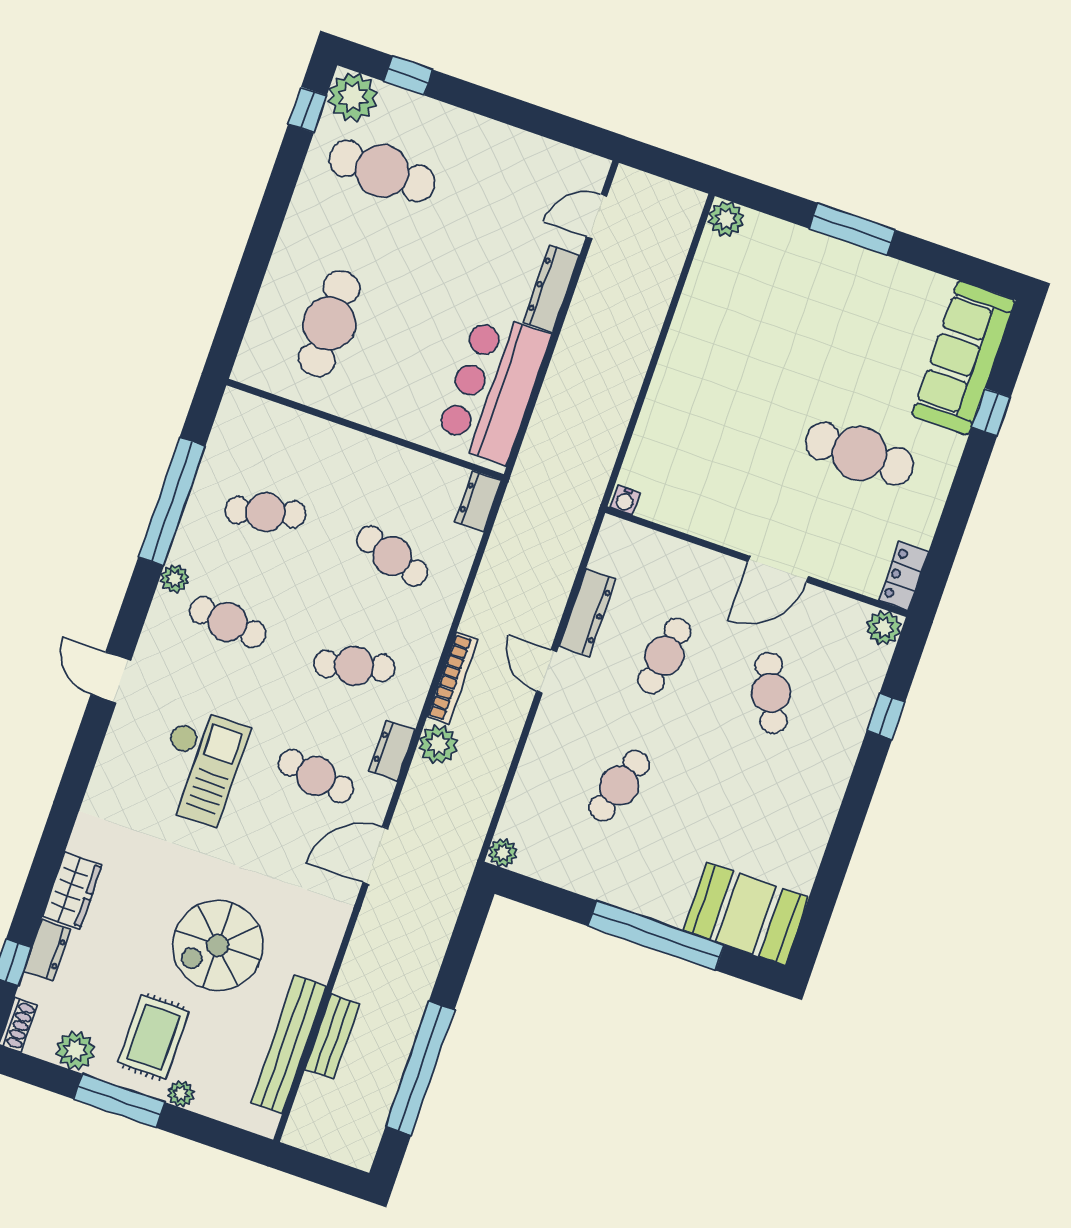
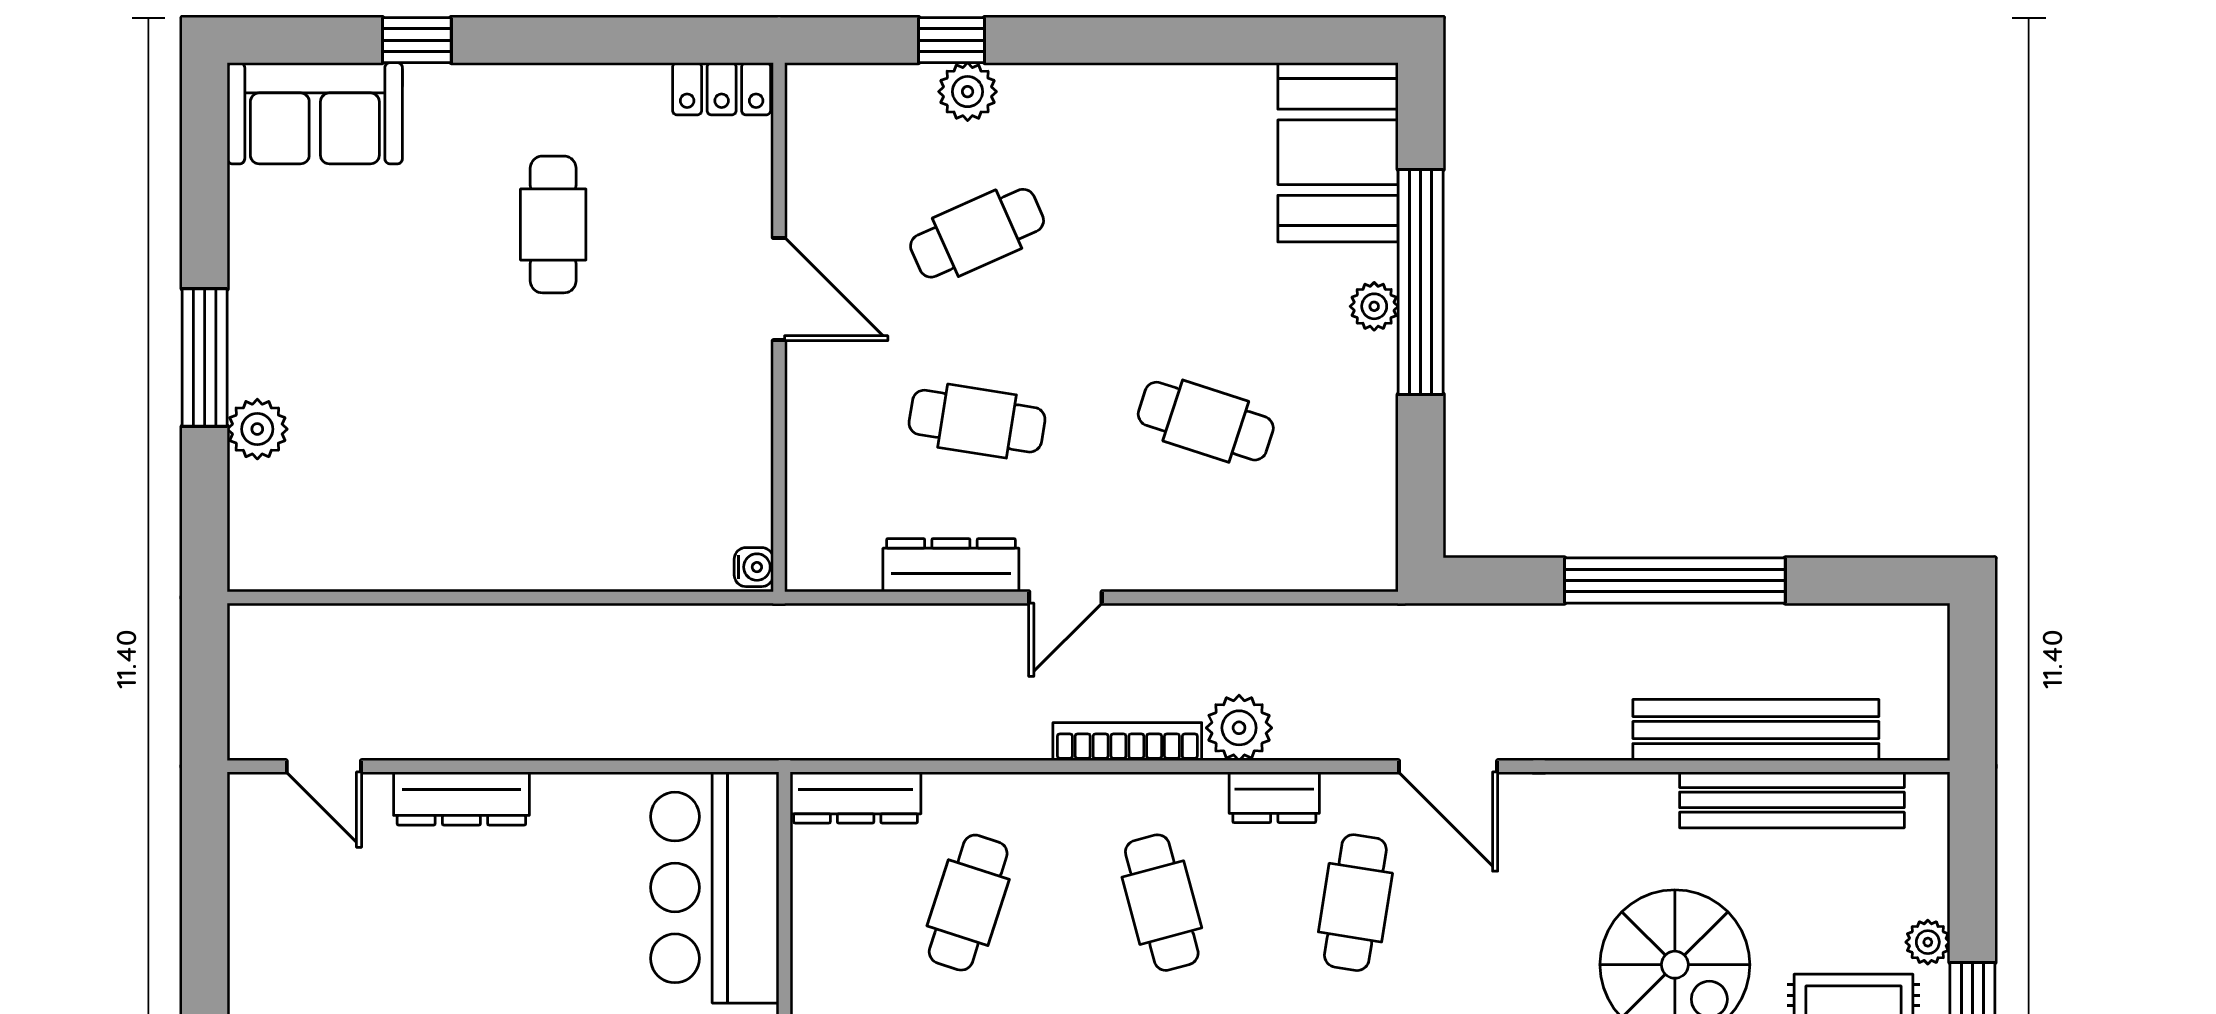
plant: (726, 219) -> (257, 429), moved
sofa: (963, 358) -> (315, 113), width x0.73
bar counter: (493, 388) -> (715, 887), moved, turned 90
cafe table: (859, 454) -> (553, 224), width x0.73, depth x0.74
dresser: (478, 501) -> (856, 797), width x1.44
plant: (884, 628) -> (968, 92), moved
plant: (503, 853) -> (1374, 306), moved
bench: (332, 1037) -> (1756, 730), width x1.86, depth x1.21
window: (420, 1068) -> (1675, 580), moved

